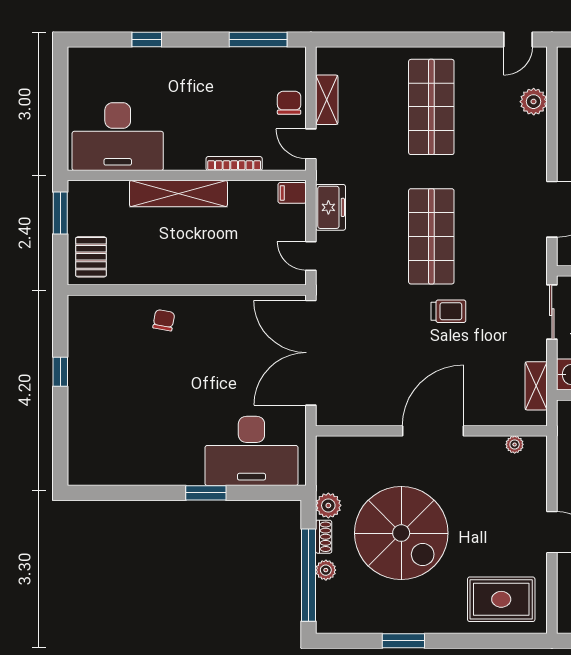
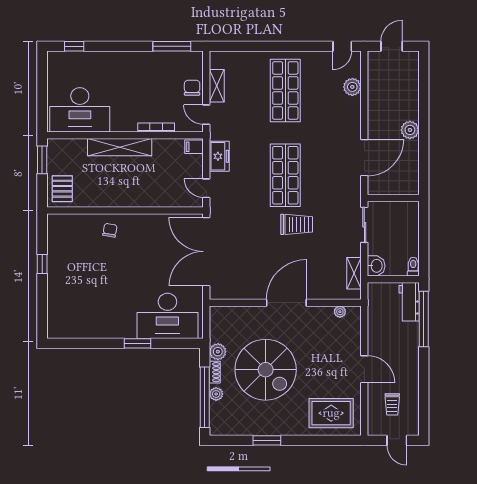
window: (147, 39) -> (74, 46), moved
trolley: (448, 311) -> (297, 224), width x1.36, depth x1.39

